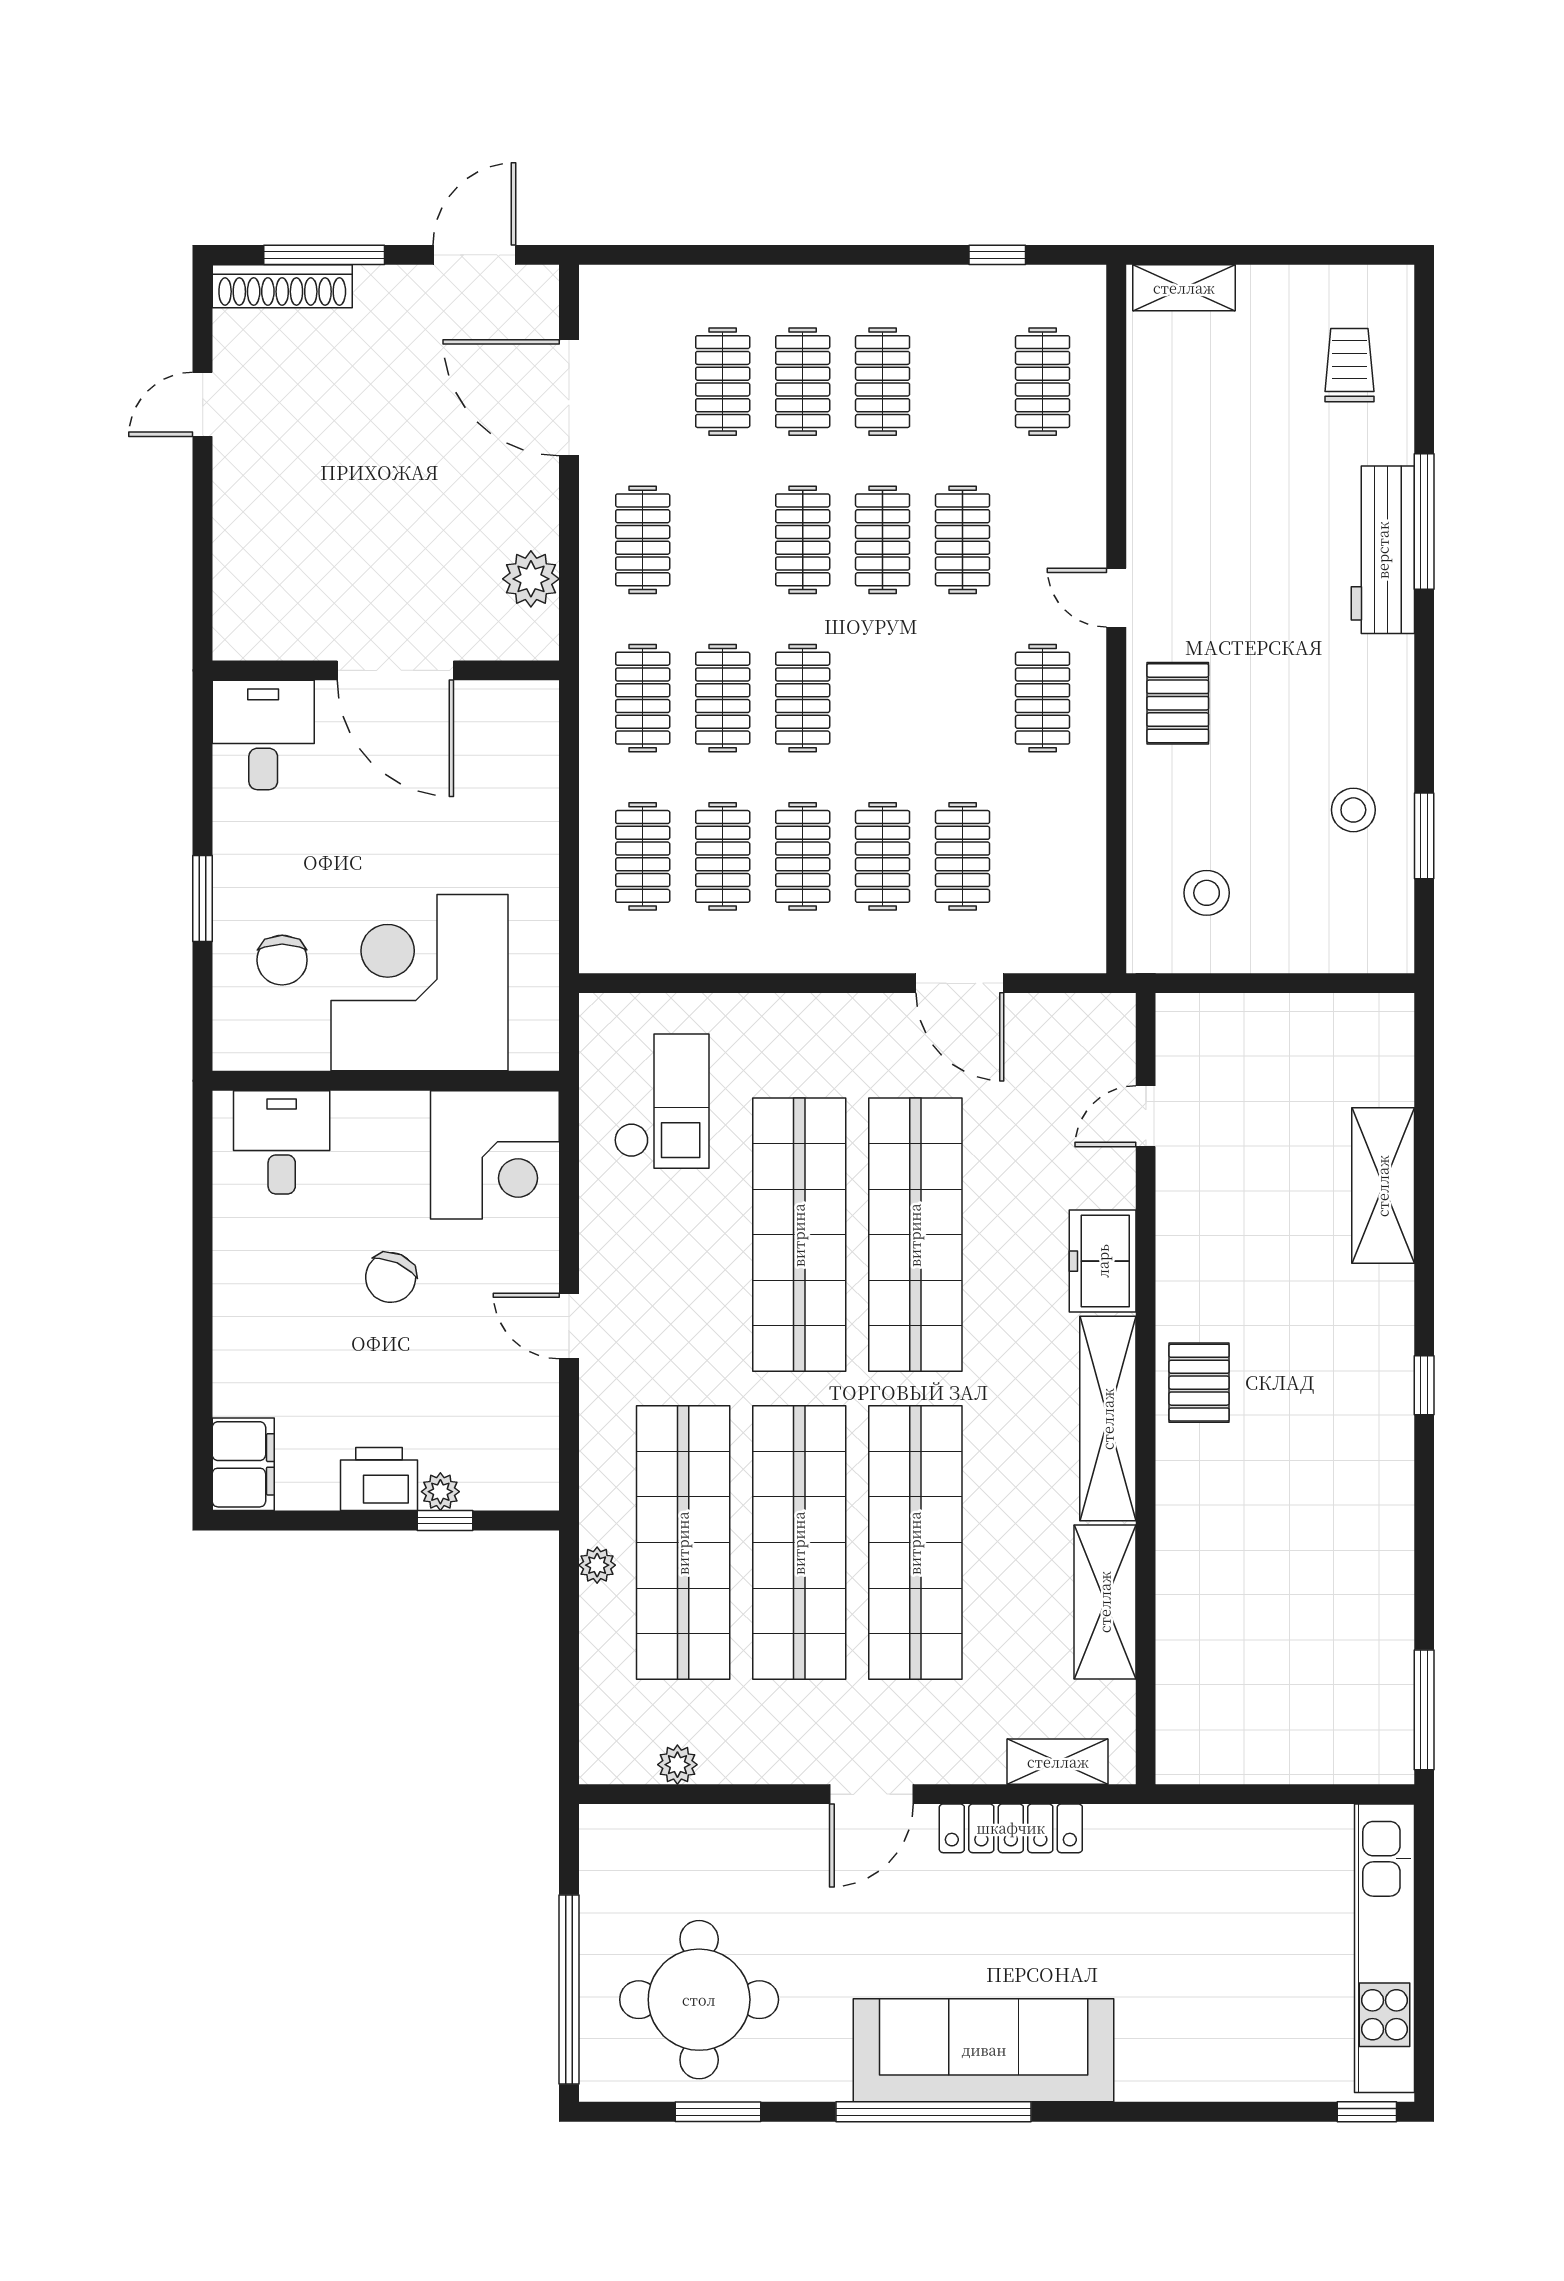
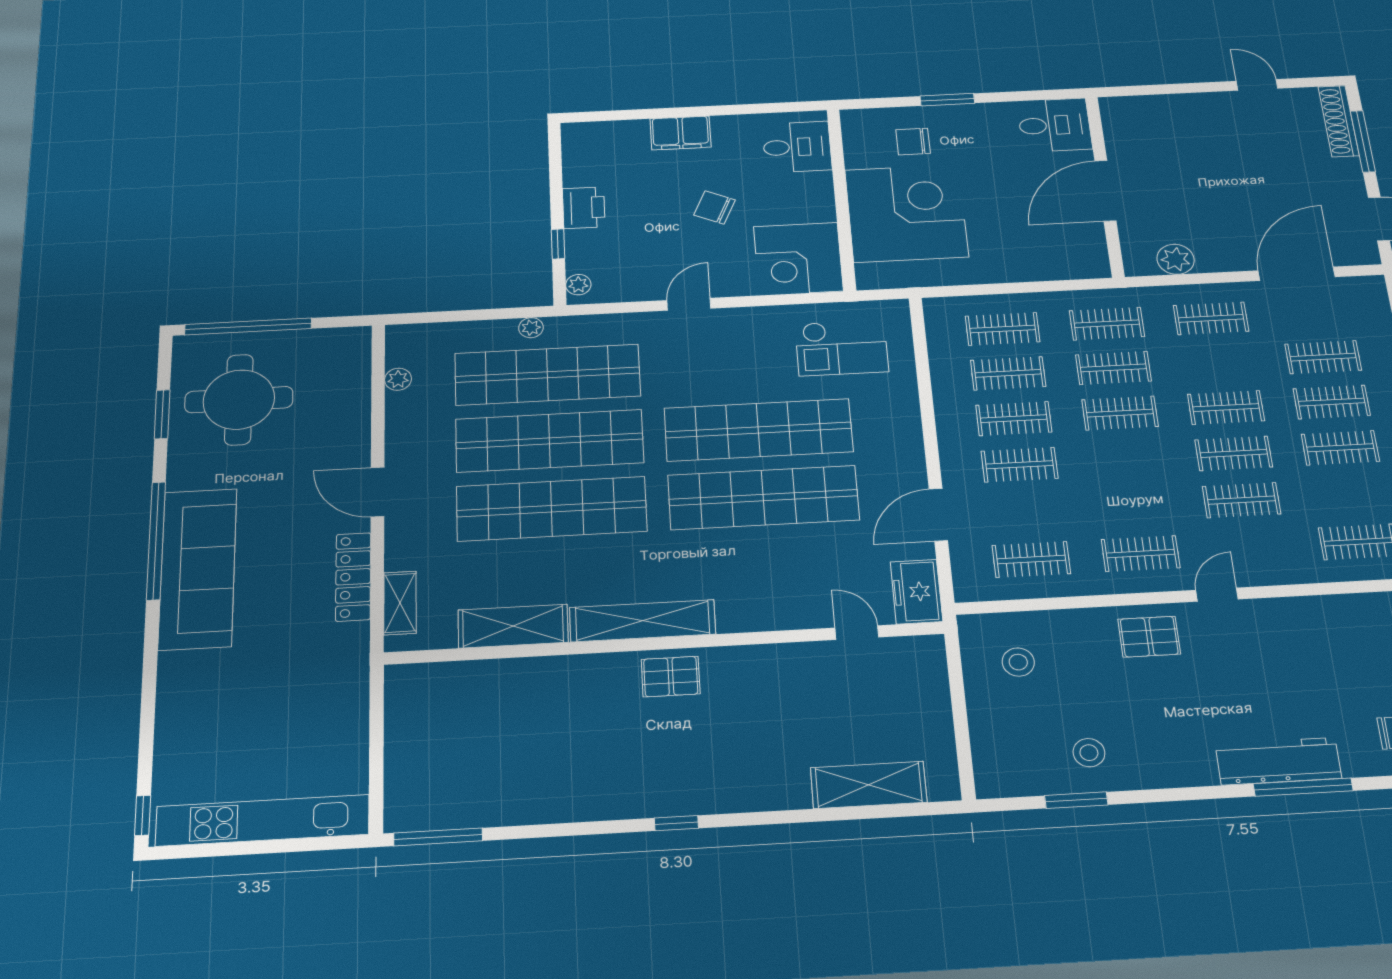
clothes rail: (963, 856) -> (1031, 560), moved
shelving: (1383, 1186) -> (869, 785), moved
freezer: (1103, 1261) -> (916, 592), moved, turned -90
filing cabinet: (243, 1464) -> (680, 133), moved
plant: (440, 1492) -> (578, 285), moved

